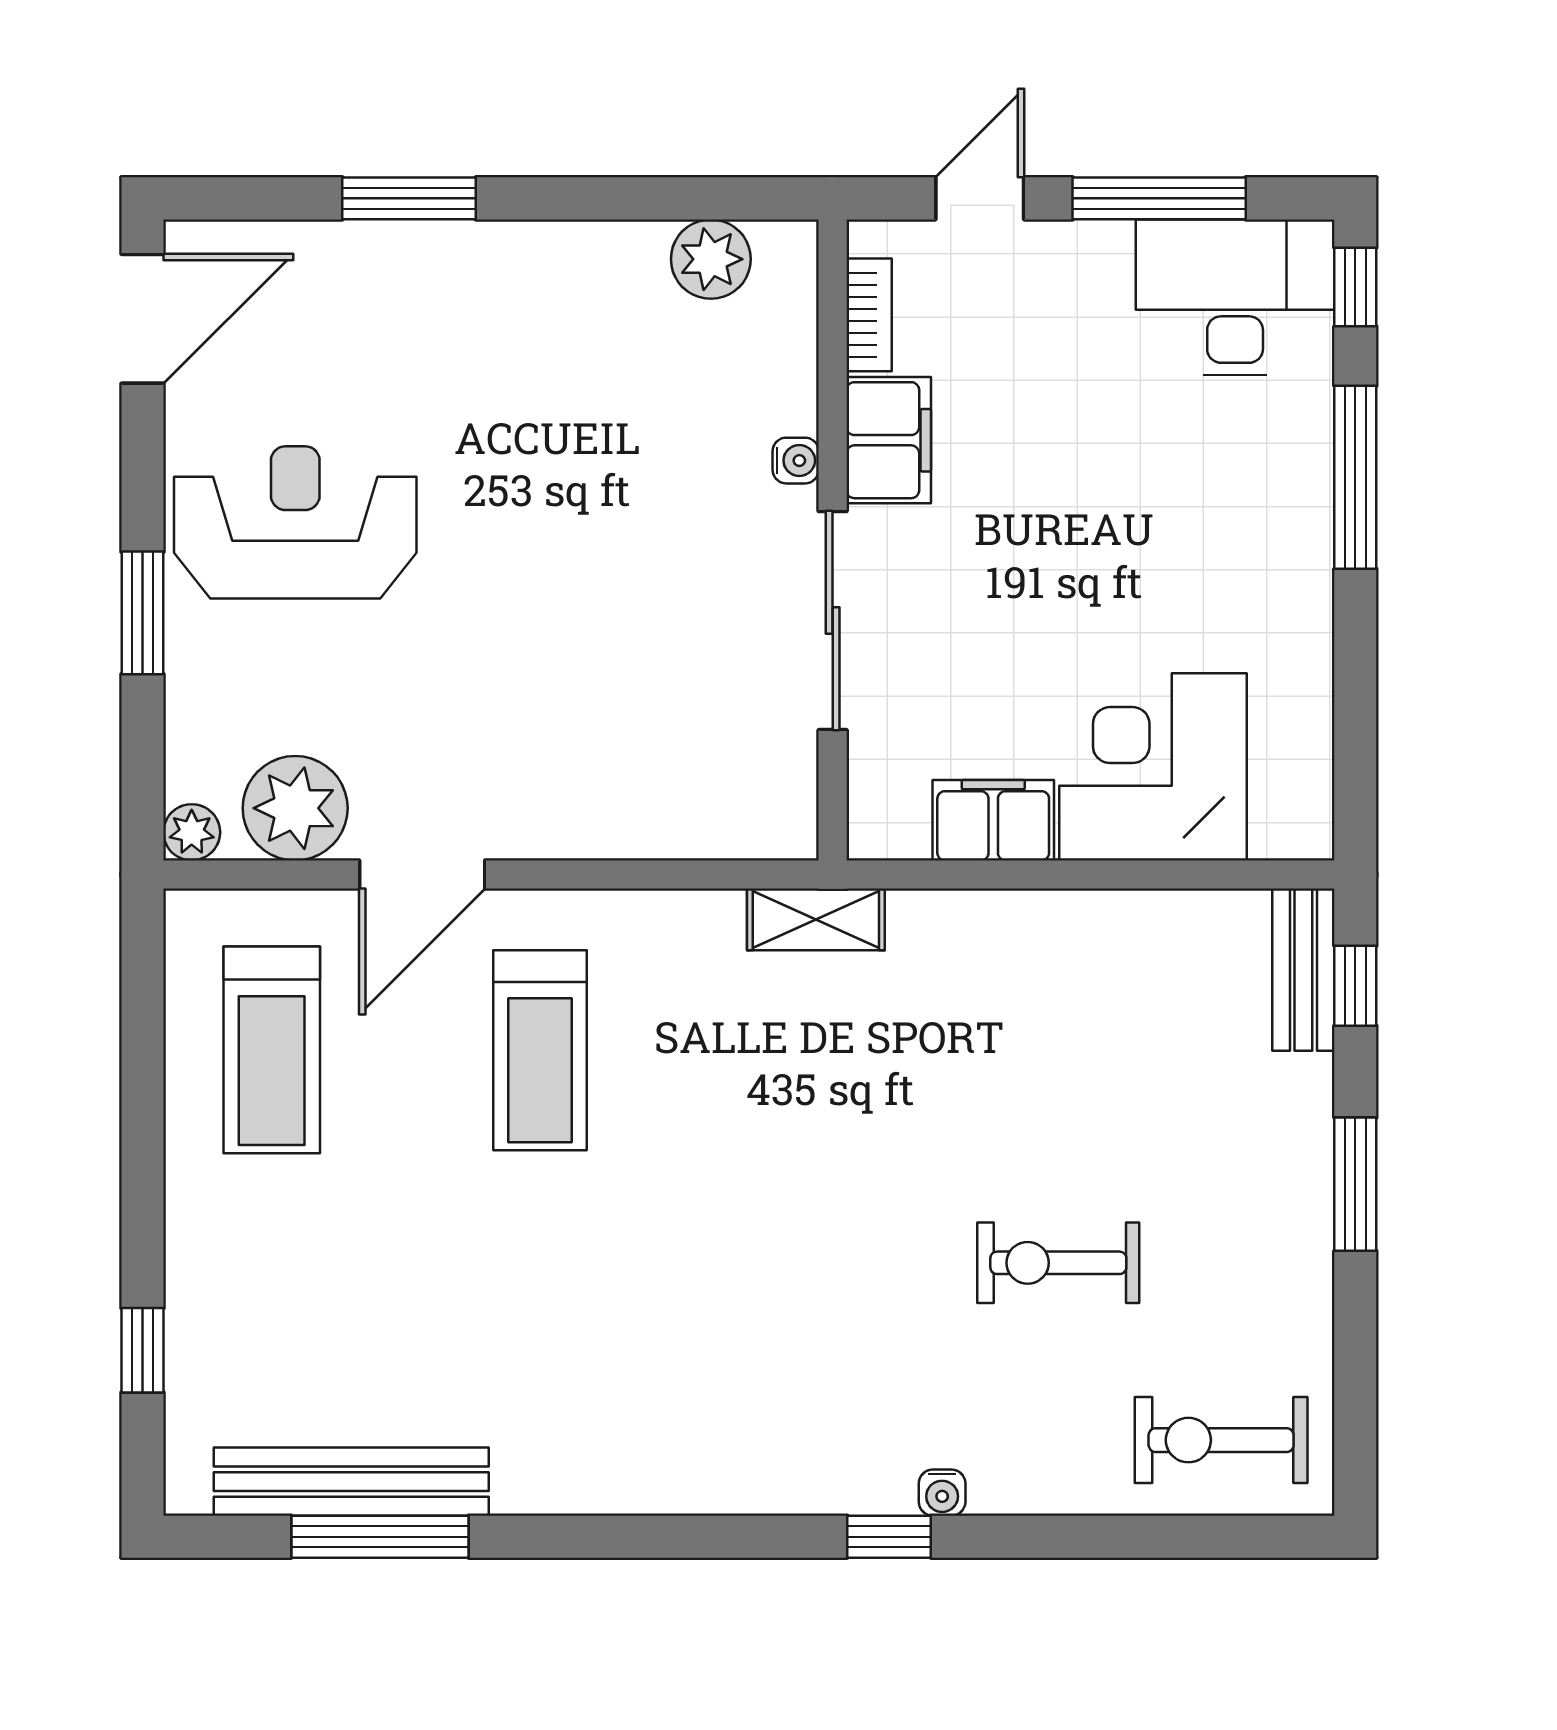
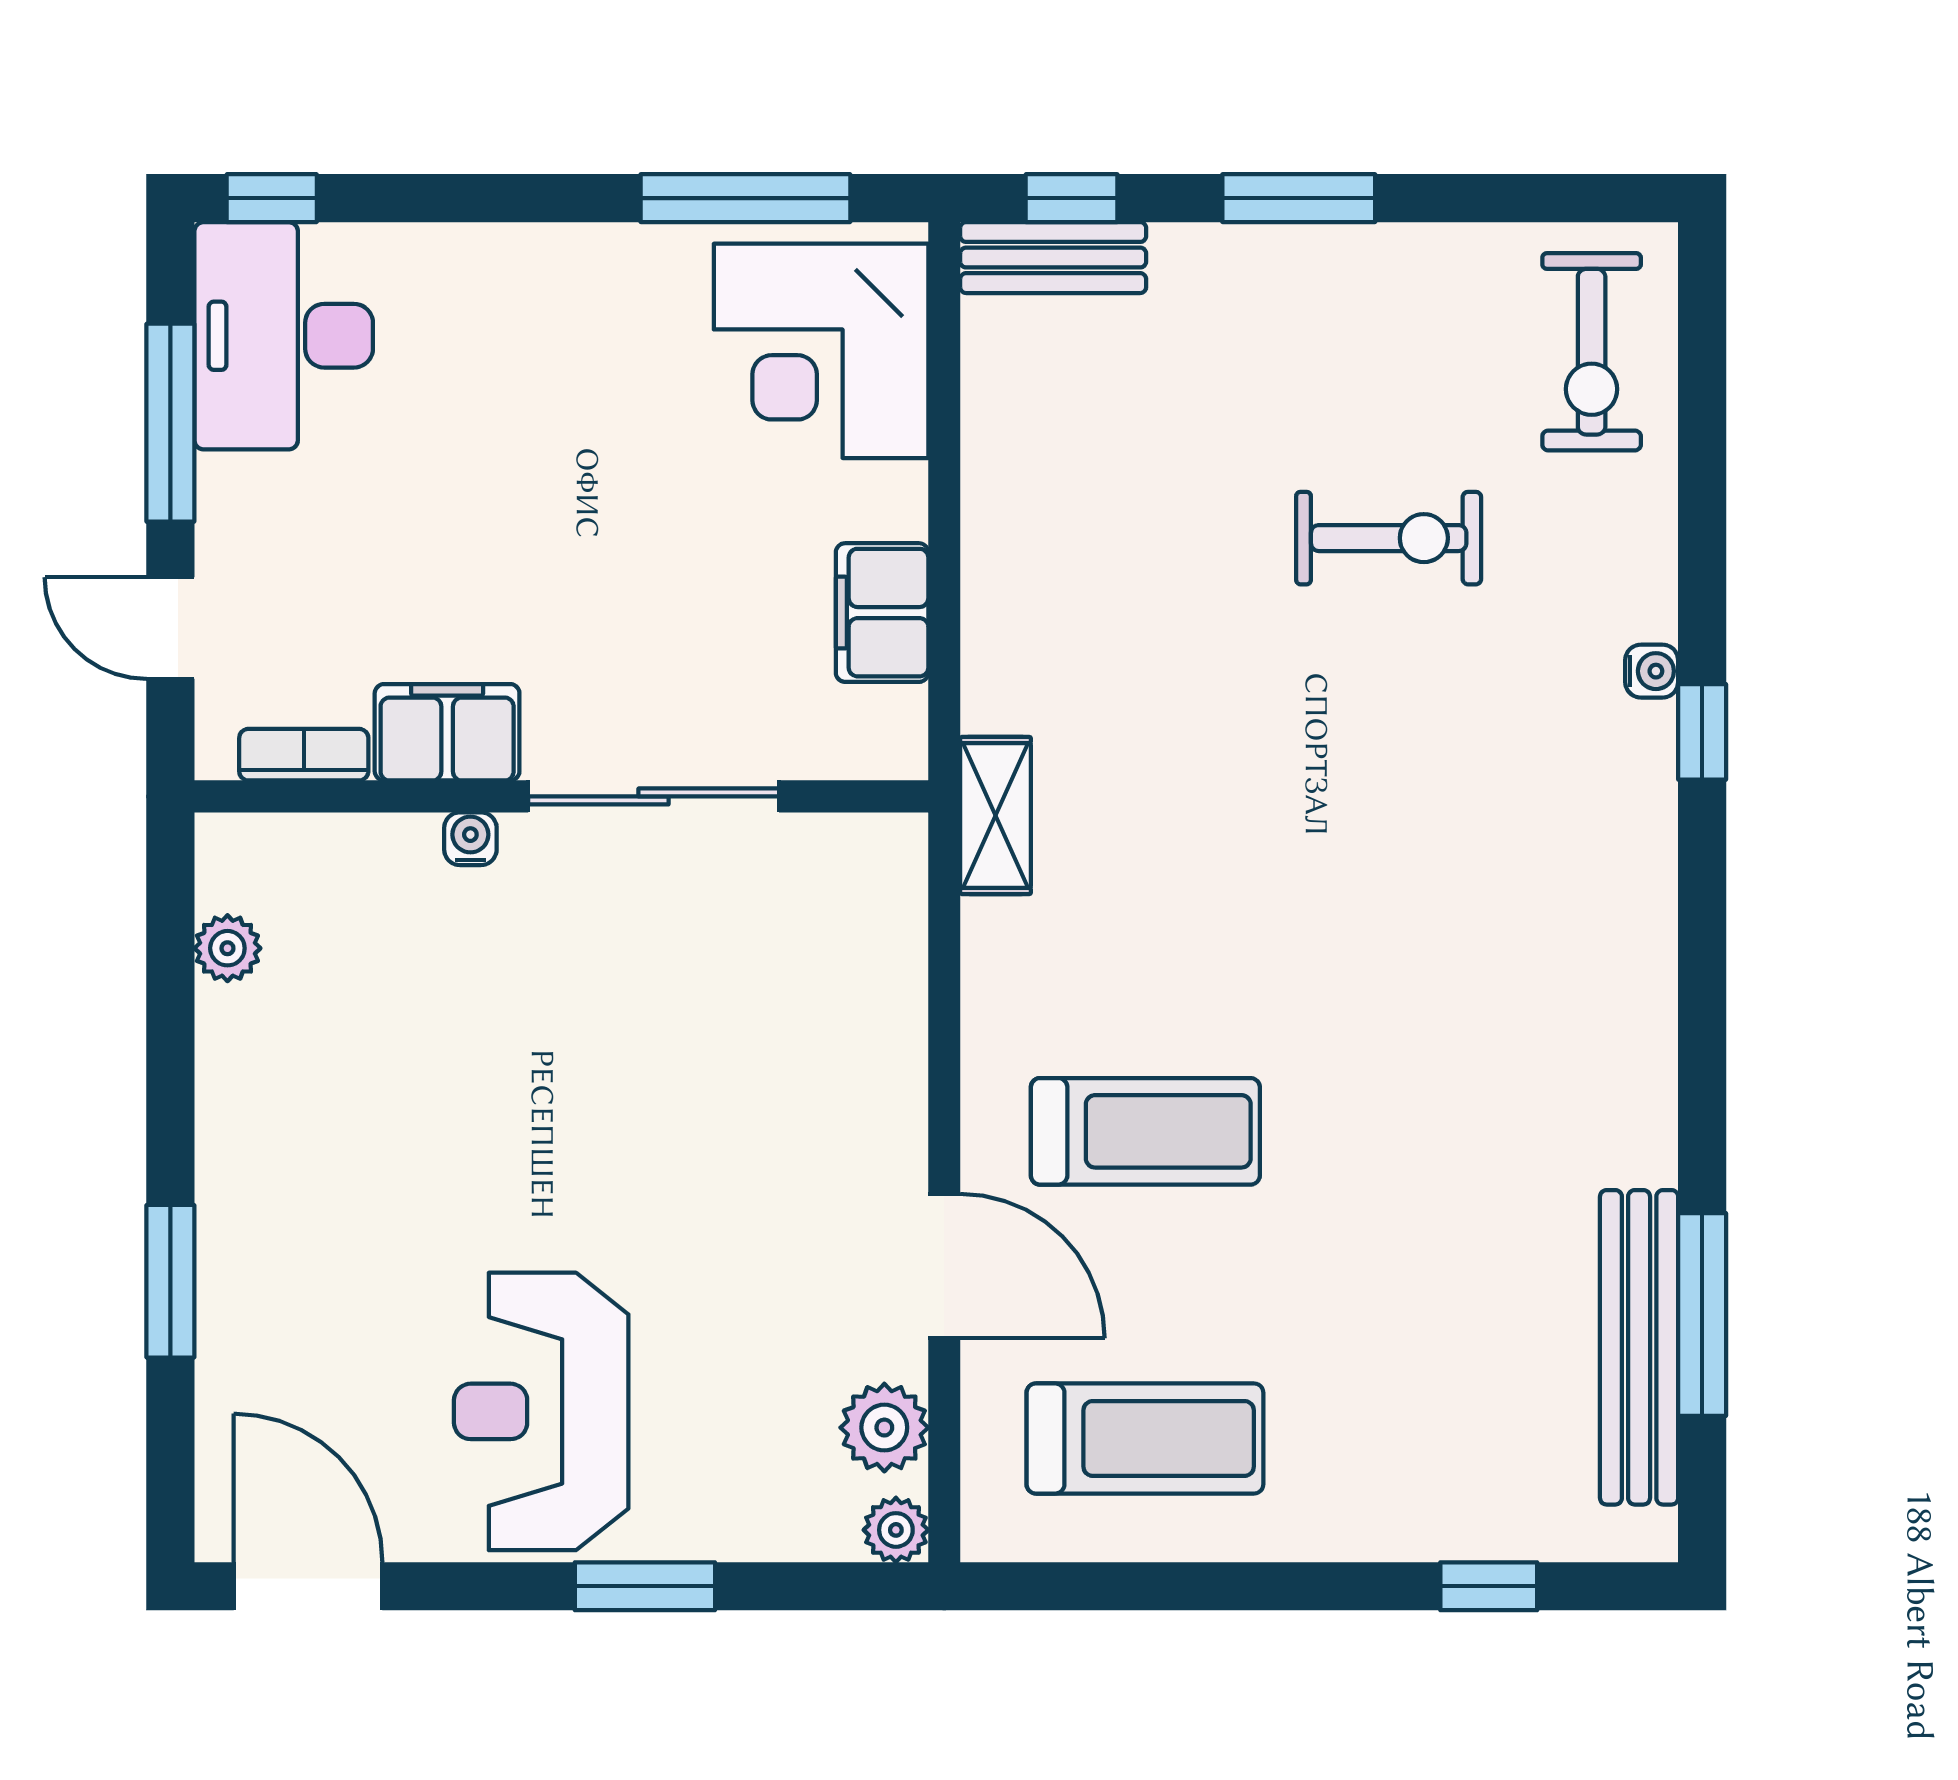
plant: (711, 259) -> (227, 948), width x0.73, depth x0.73
window: (1355, 477) -> (745, 198), moved
corner desk: (1153, 767) -> (821, 351), moved
plant: (295, 808) -> (884, 1428), width x0.73, depth x0.73
exercise bike: (1058, 1263) -> (1389, 538), turned -90

